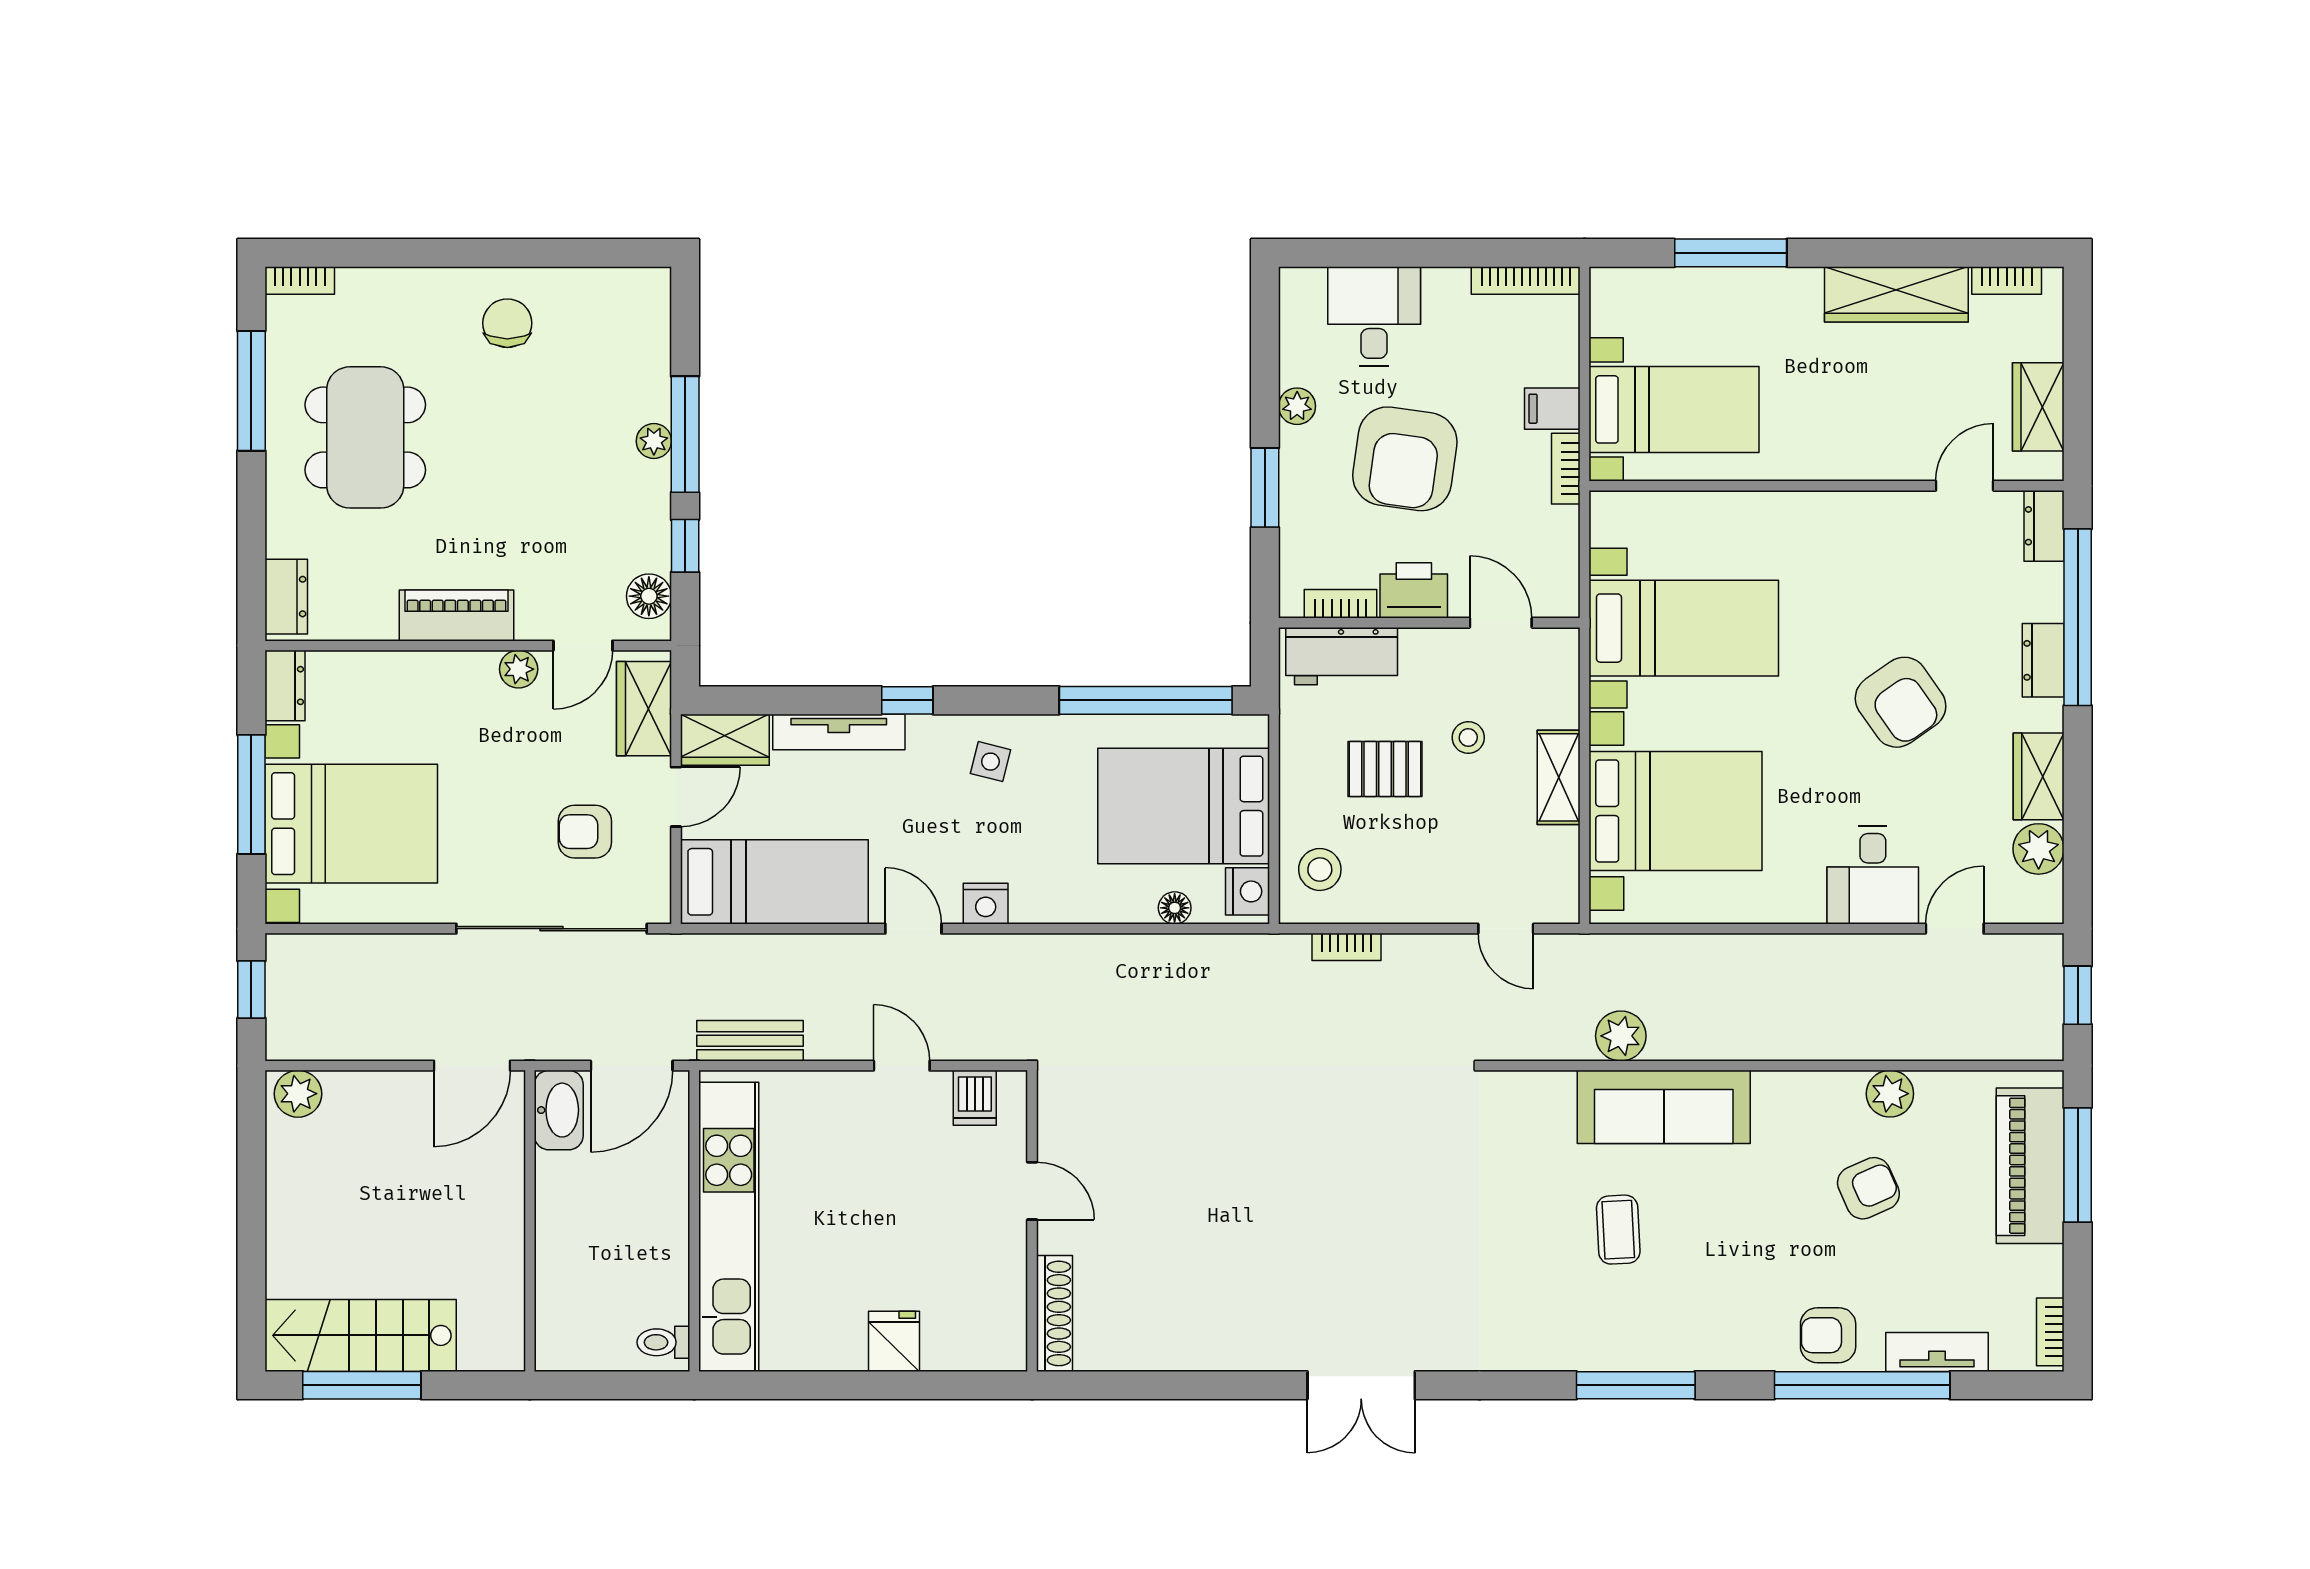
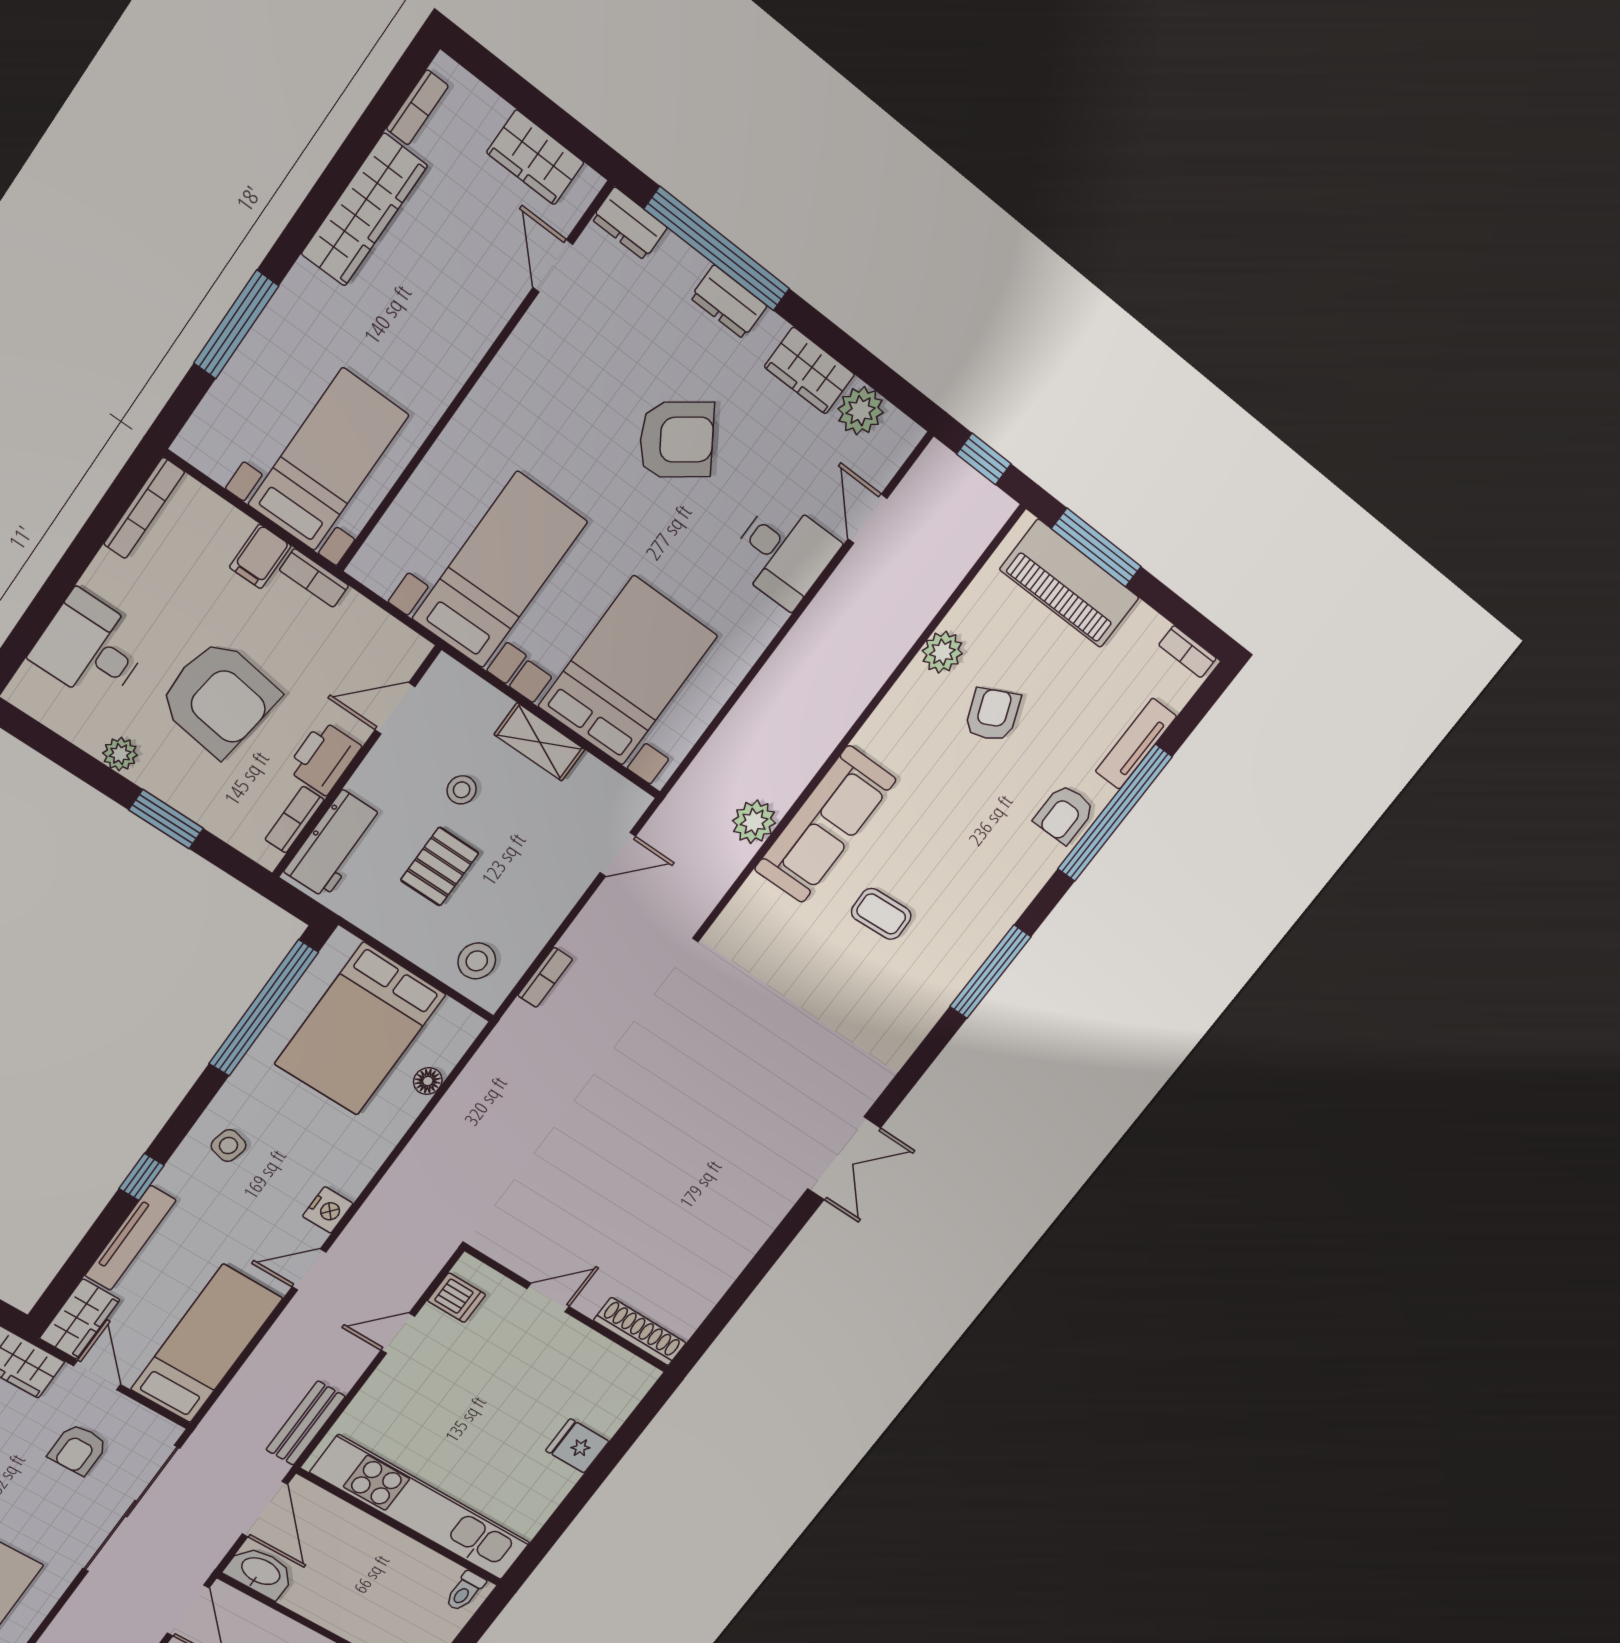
nightstand: (1248, 891) -> (454, 1022), removed

